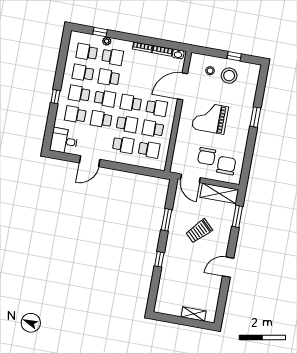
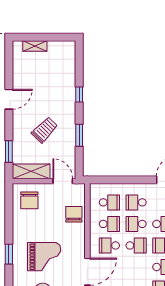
grand piano: (210, 118) -> (44, 257), moved
school desk: (149, 149) -> (109, 202), turned 180
chair: (207, 156) -> (74, 214), moved

